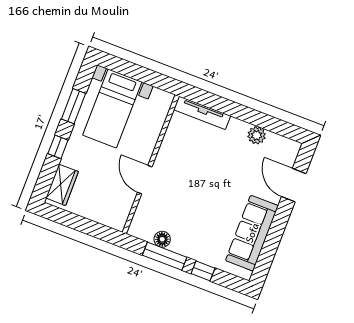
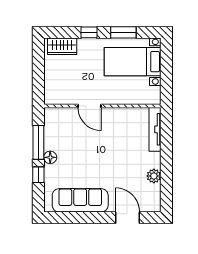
door: (145, 180) -> (89, 106), swing flipped
door: (294, 185) -> (128, 218), hinge flipped
floor lamp: (162, 239) -> (50, 157), moved

